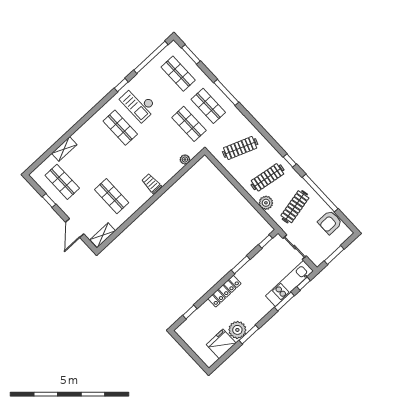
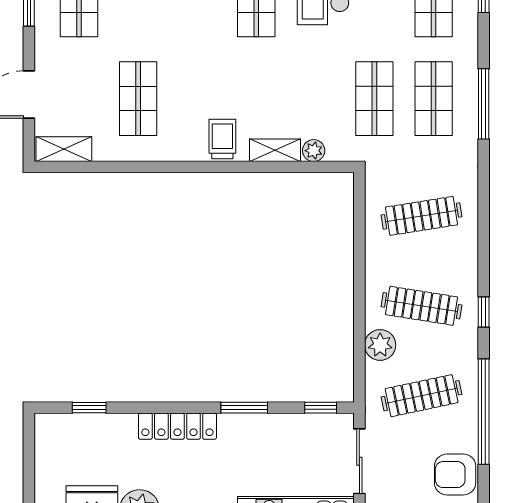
clothes rail: (240, 148) -> (422, 216), turned -30
shelving: (172, 171) -> (275, 150), added

